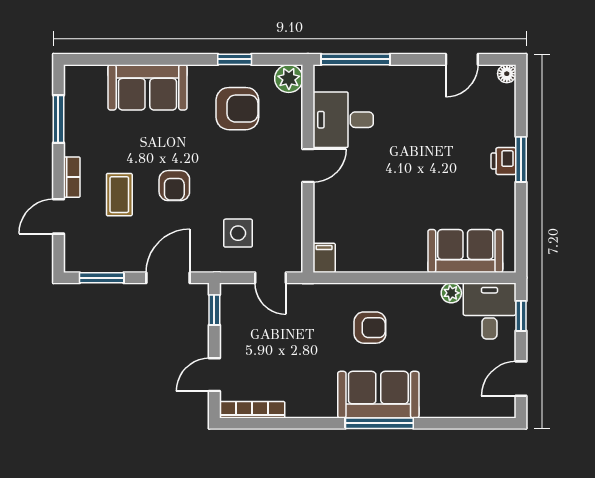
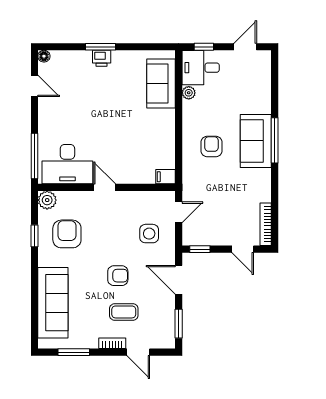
sofa: (147, 87) -> (53, 303), width x1.36
desk: (343, 120) -> (67, 164), width x1.37
door: (521, 379) -> (245, 47), swing flipped

